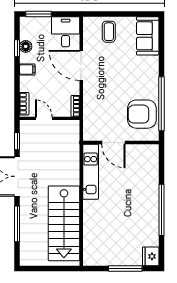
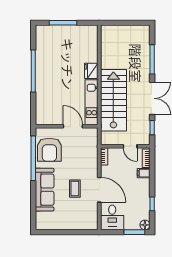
coffee table: (109, 32) -> (75, 189), moved
sofa: (148, 36) -> (45, 190), moved, width x1.36
floor lamp: (26, 46) -> (145, 225), moved
filing cabinet: (27, 69) -> (144, 173), moved
armchair: (142, 114) -> (49, 150), turned 90
stairs: (64, 223) -> (113, 100), moved
fridge: (151, 256) -> (91, 71), moved, turned 180

